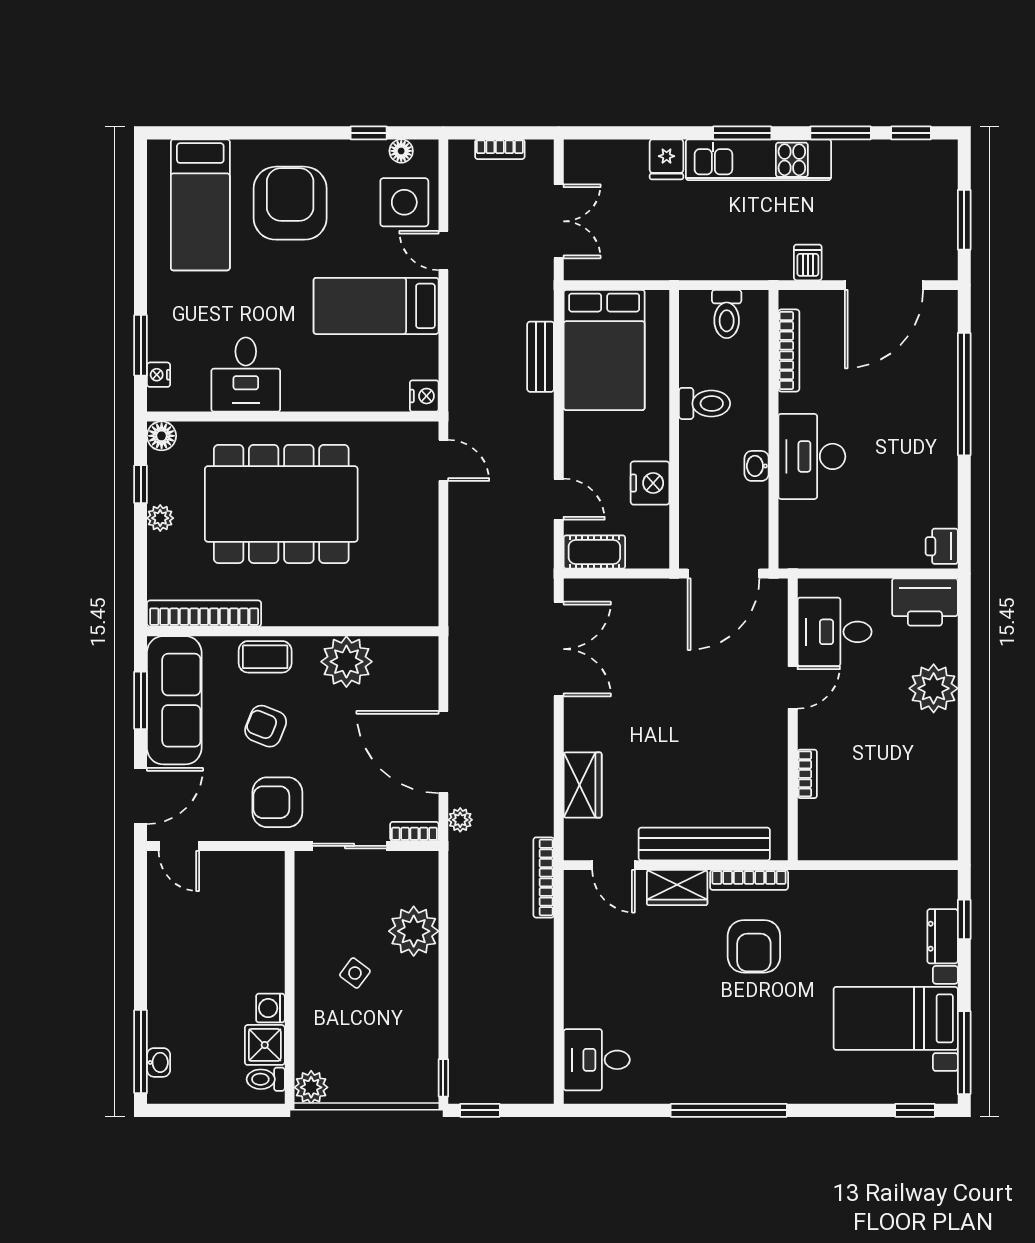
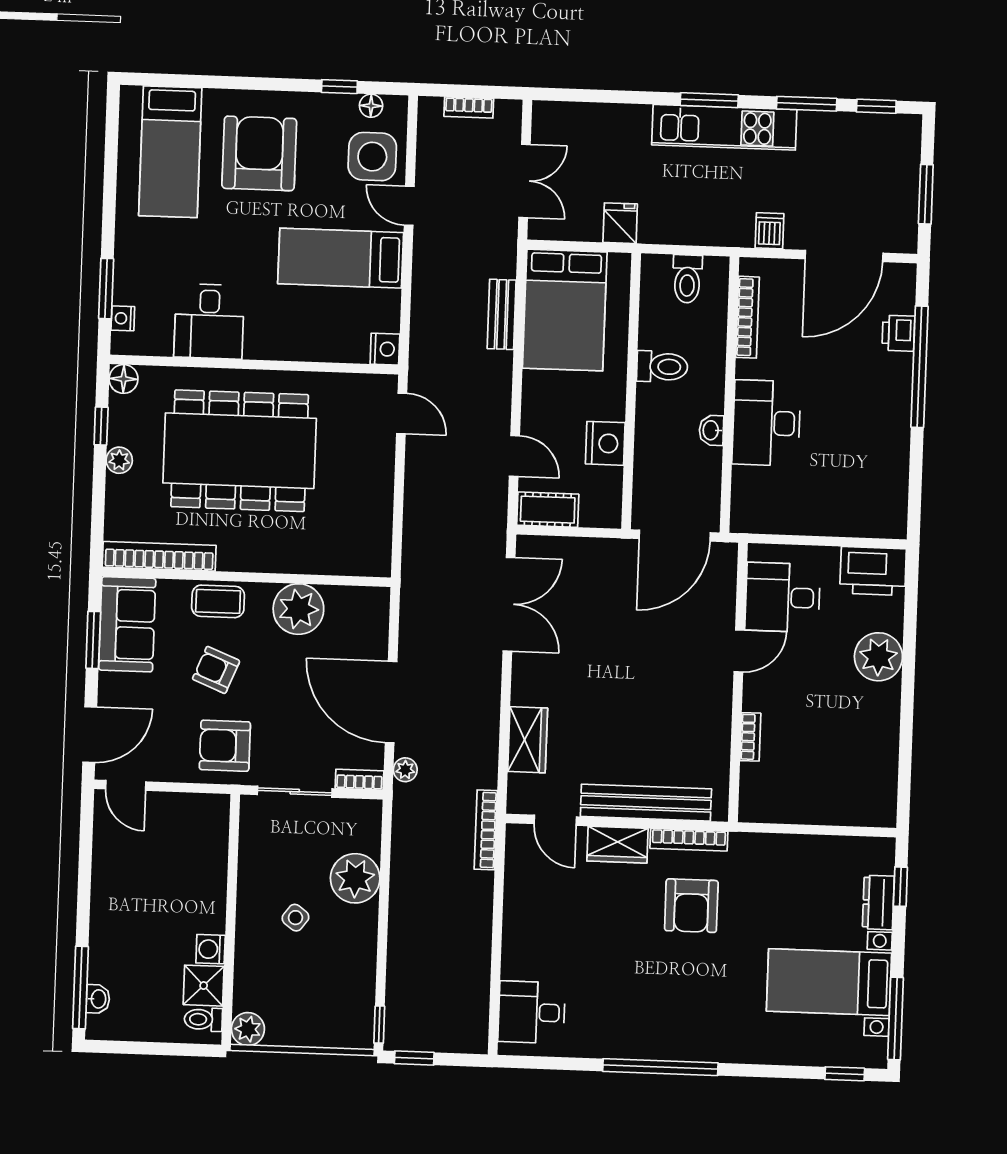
fridge: (667, 159) -> (620, 223), moved, turned 180
printer: (942, 546) -> (898, 333), moved
sofa: (174, 700) -> (127, 624), width x0.73

